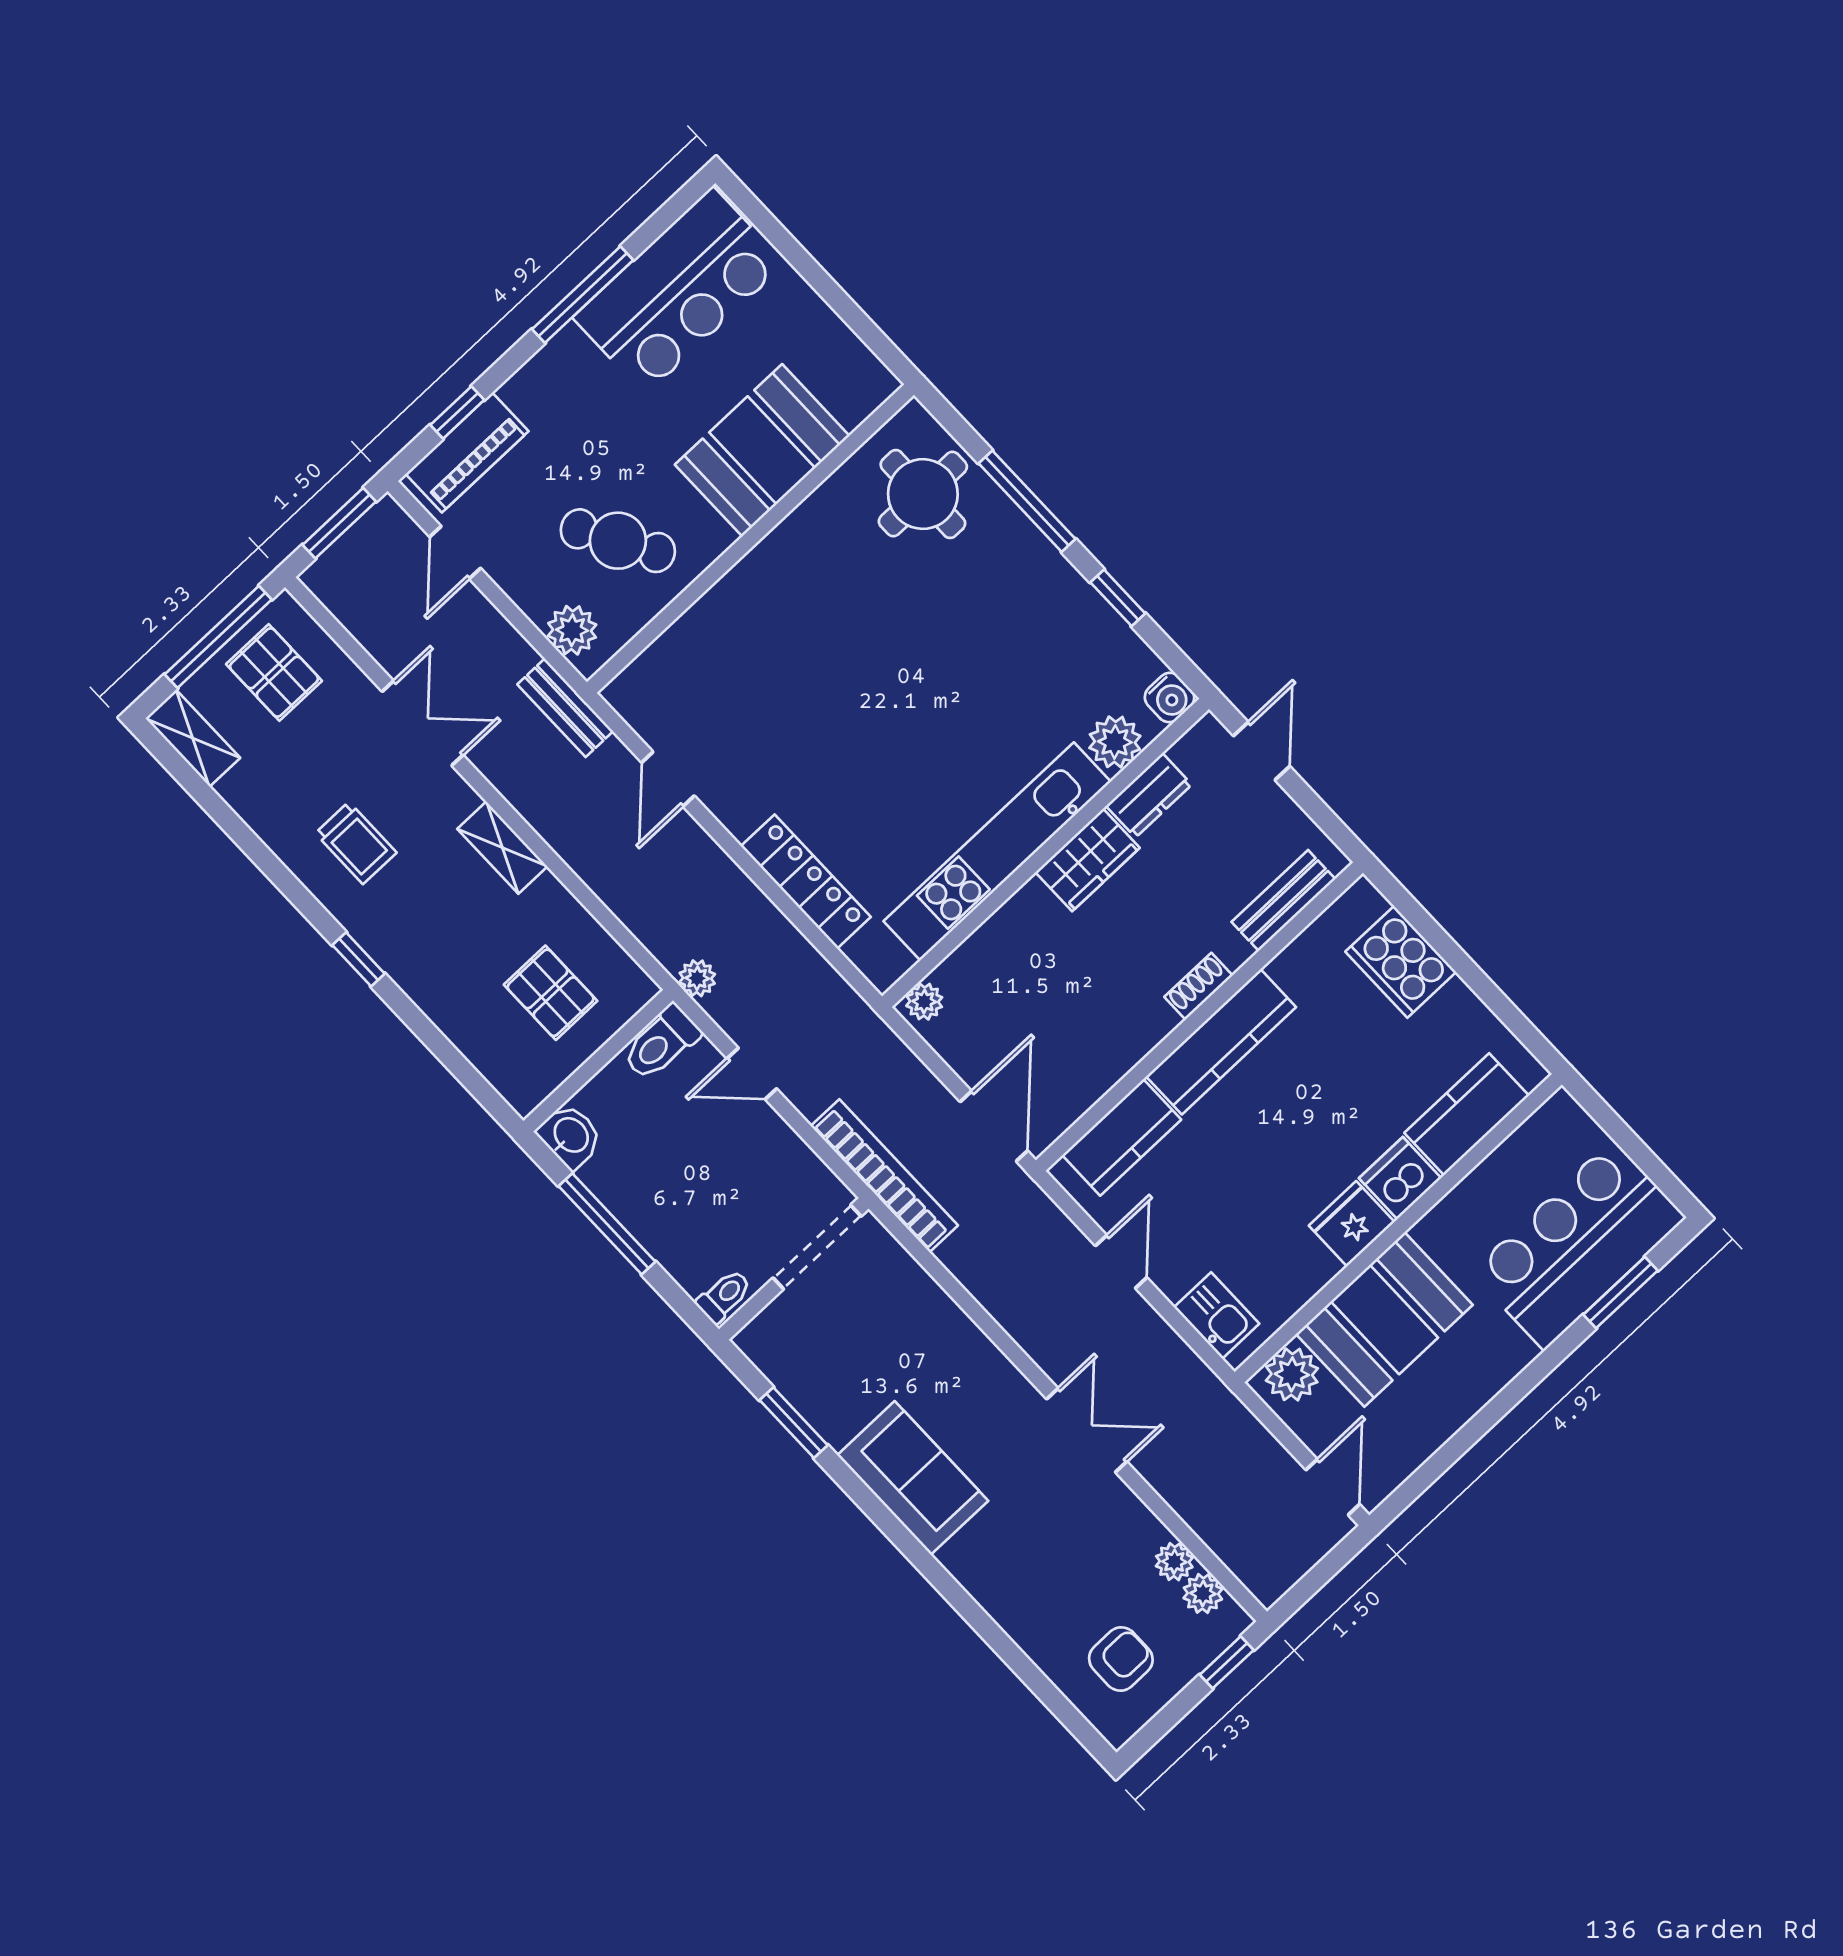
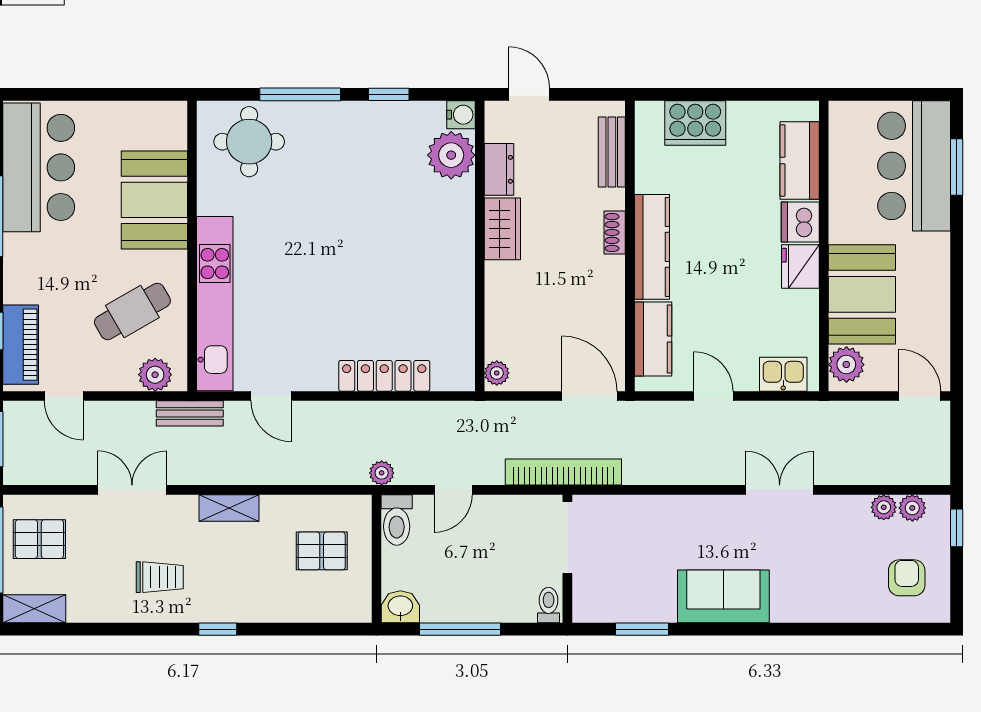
plant: (1115, 742) -> (451, 155), width x1.36, depth x1.36
kitchen unit: (997, 851) -> (215, 304), moved, turned 180

